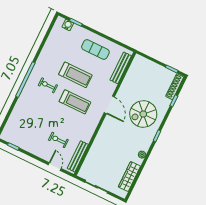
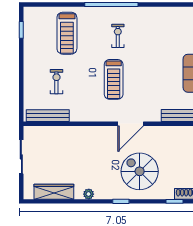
treadmill: (75, 75) -> (67, 33), moved
door: (55, 167) -> (21, 93), removed

